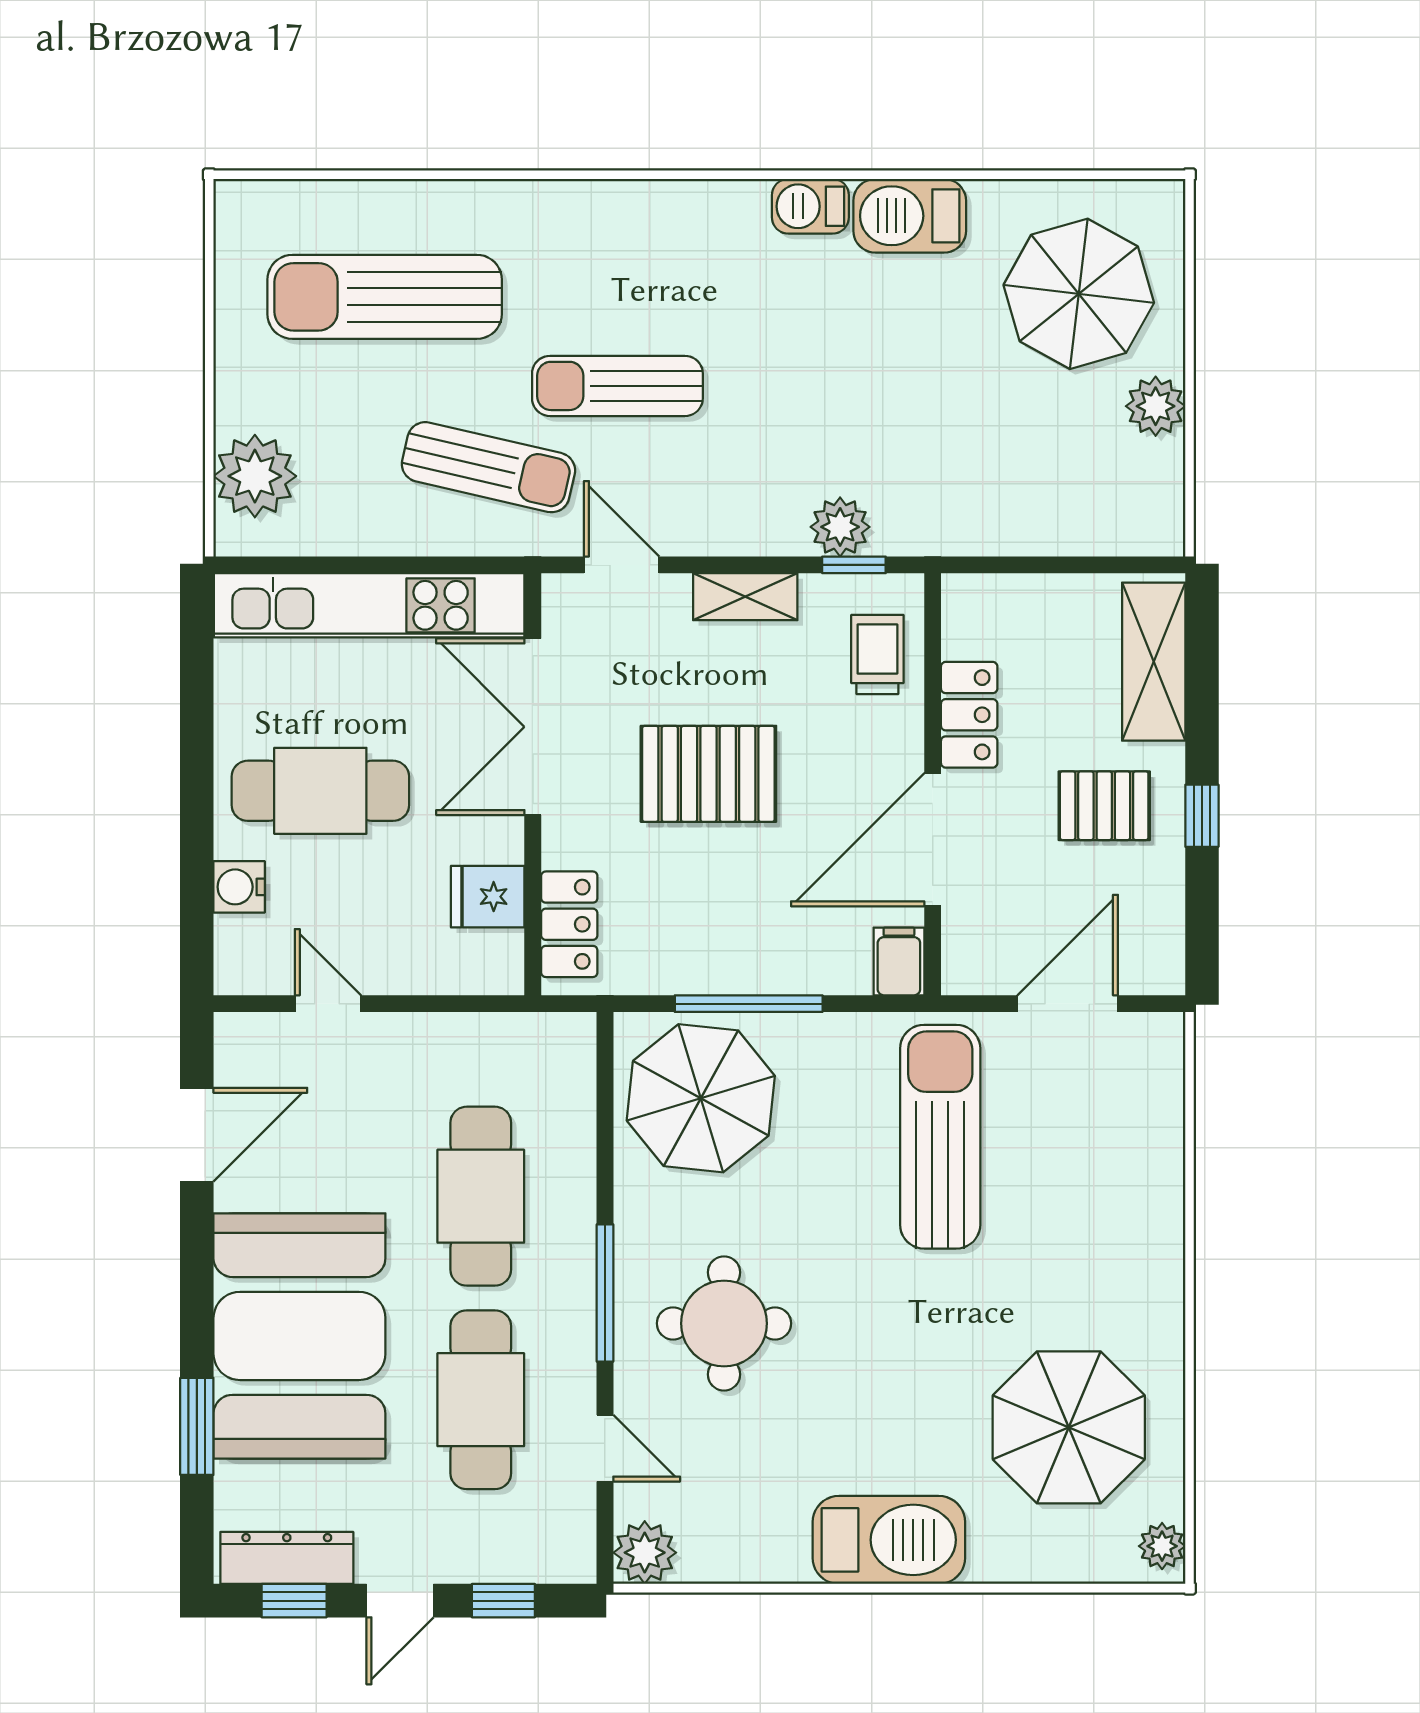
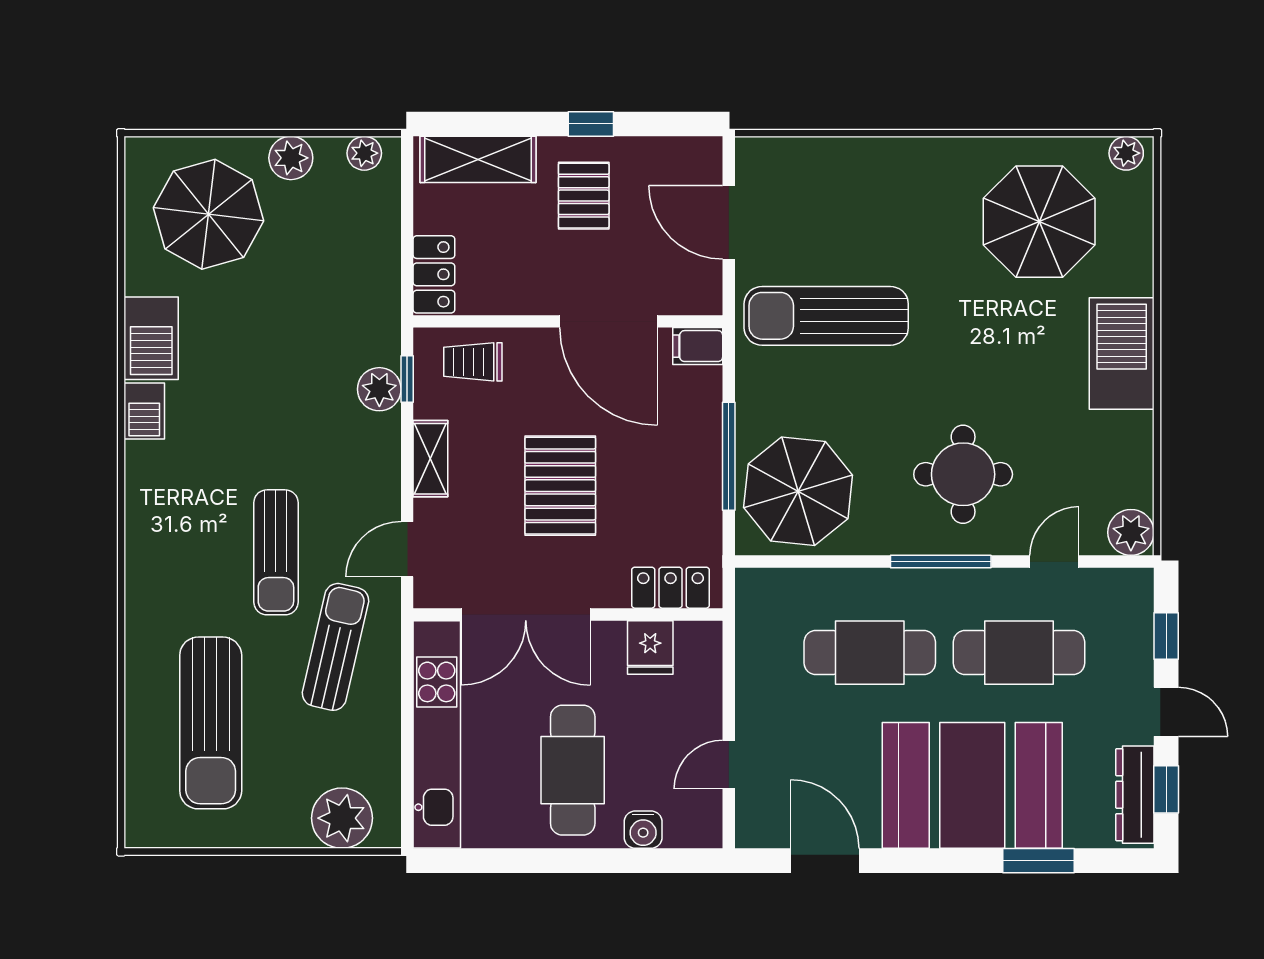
plant: (1162, 506) -> (364, 153), added
locker: (969, 715) -> (434, 274), moved, turned 90

